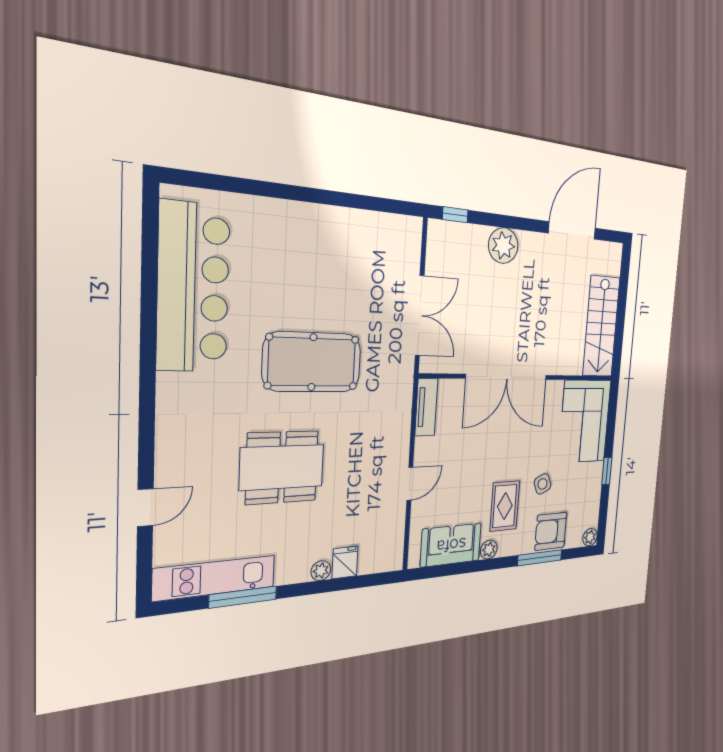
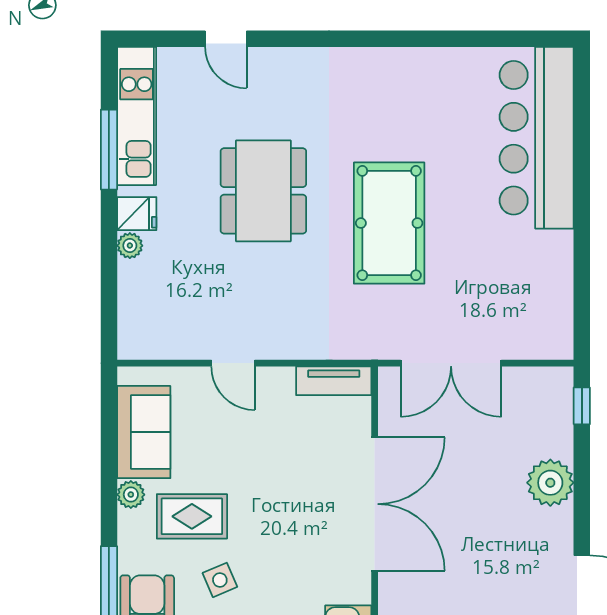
bar counter: (193, 288) -> (537, 138), moved, turned 90
double door: (507, 377) -> (375, 504), swing flipped
fridge: (345, 562) -> (137, 214), moved

